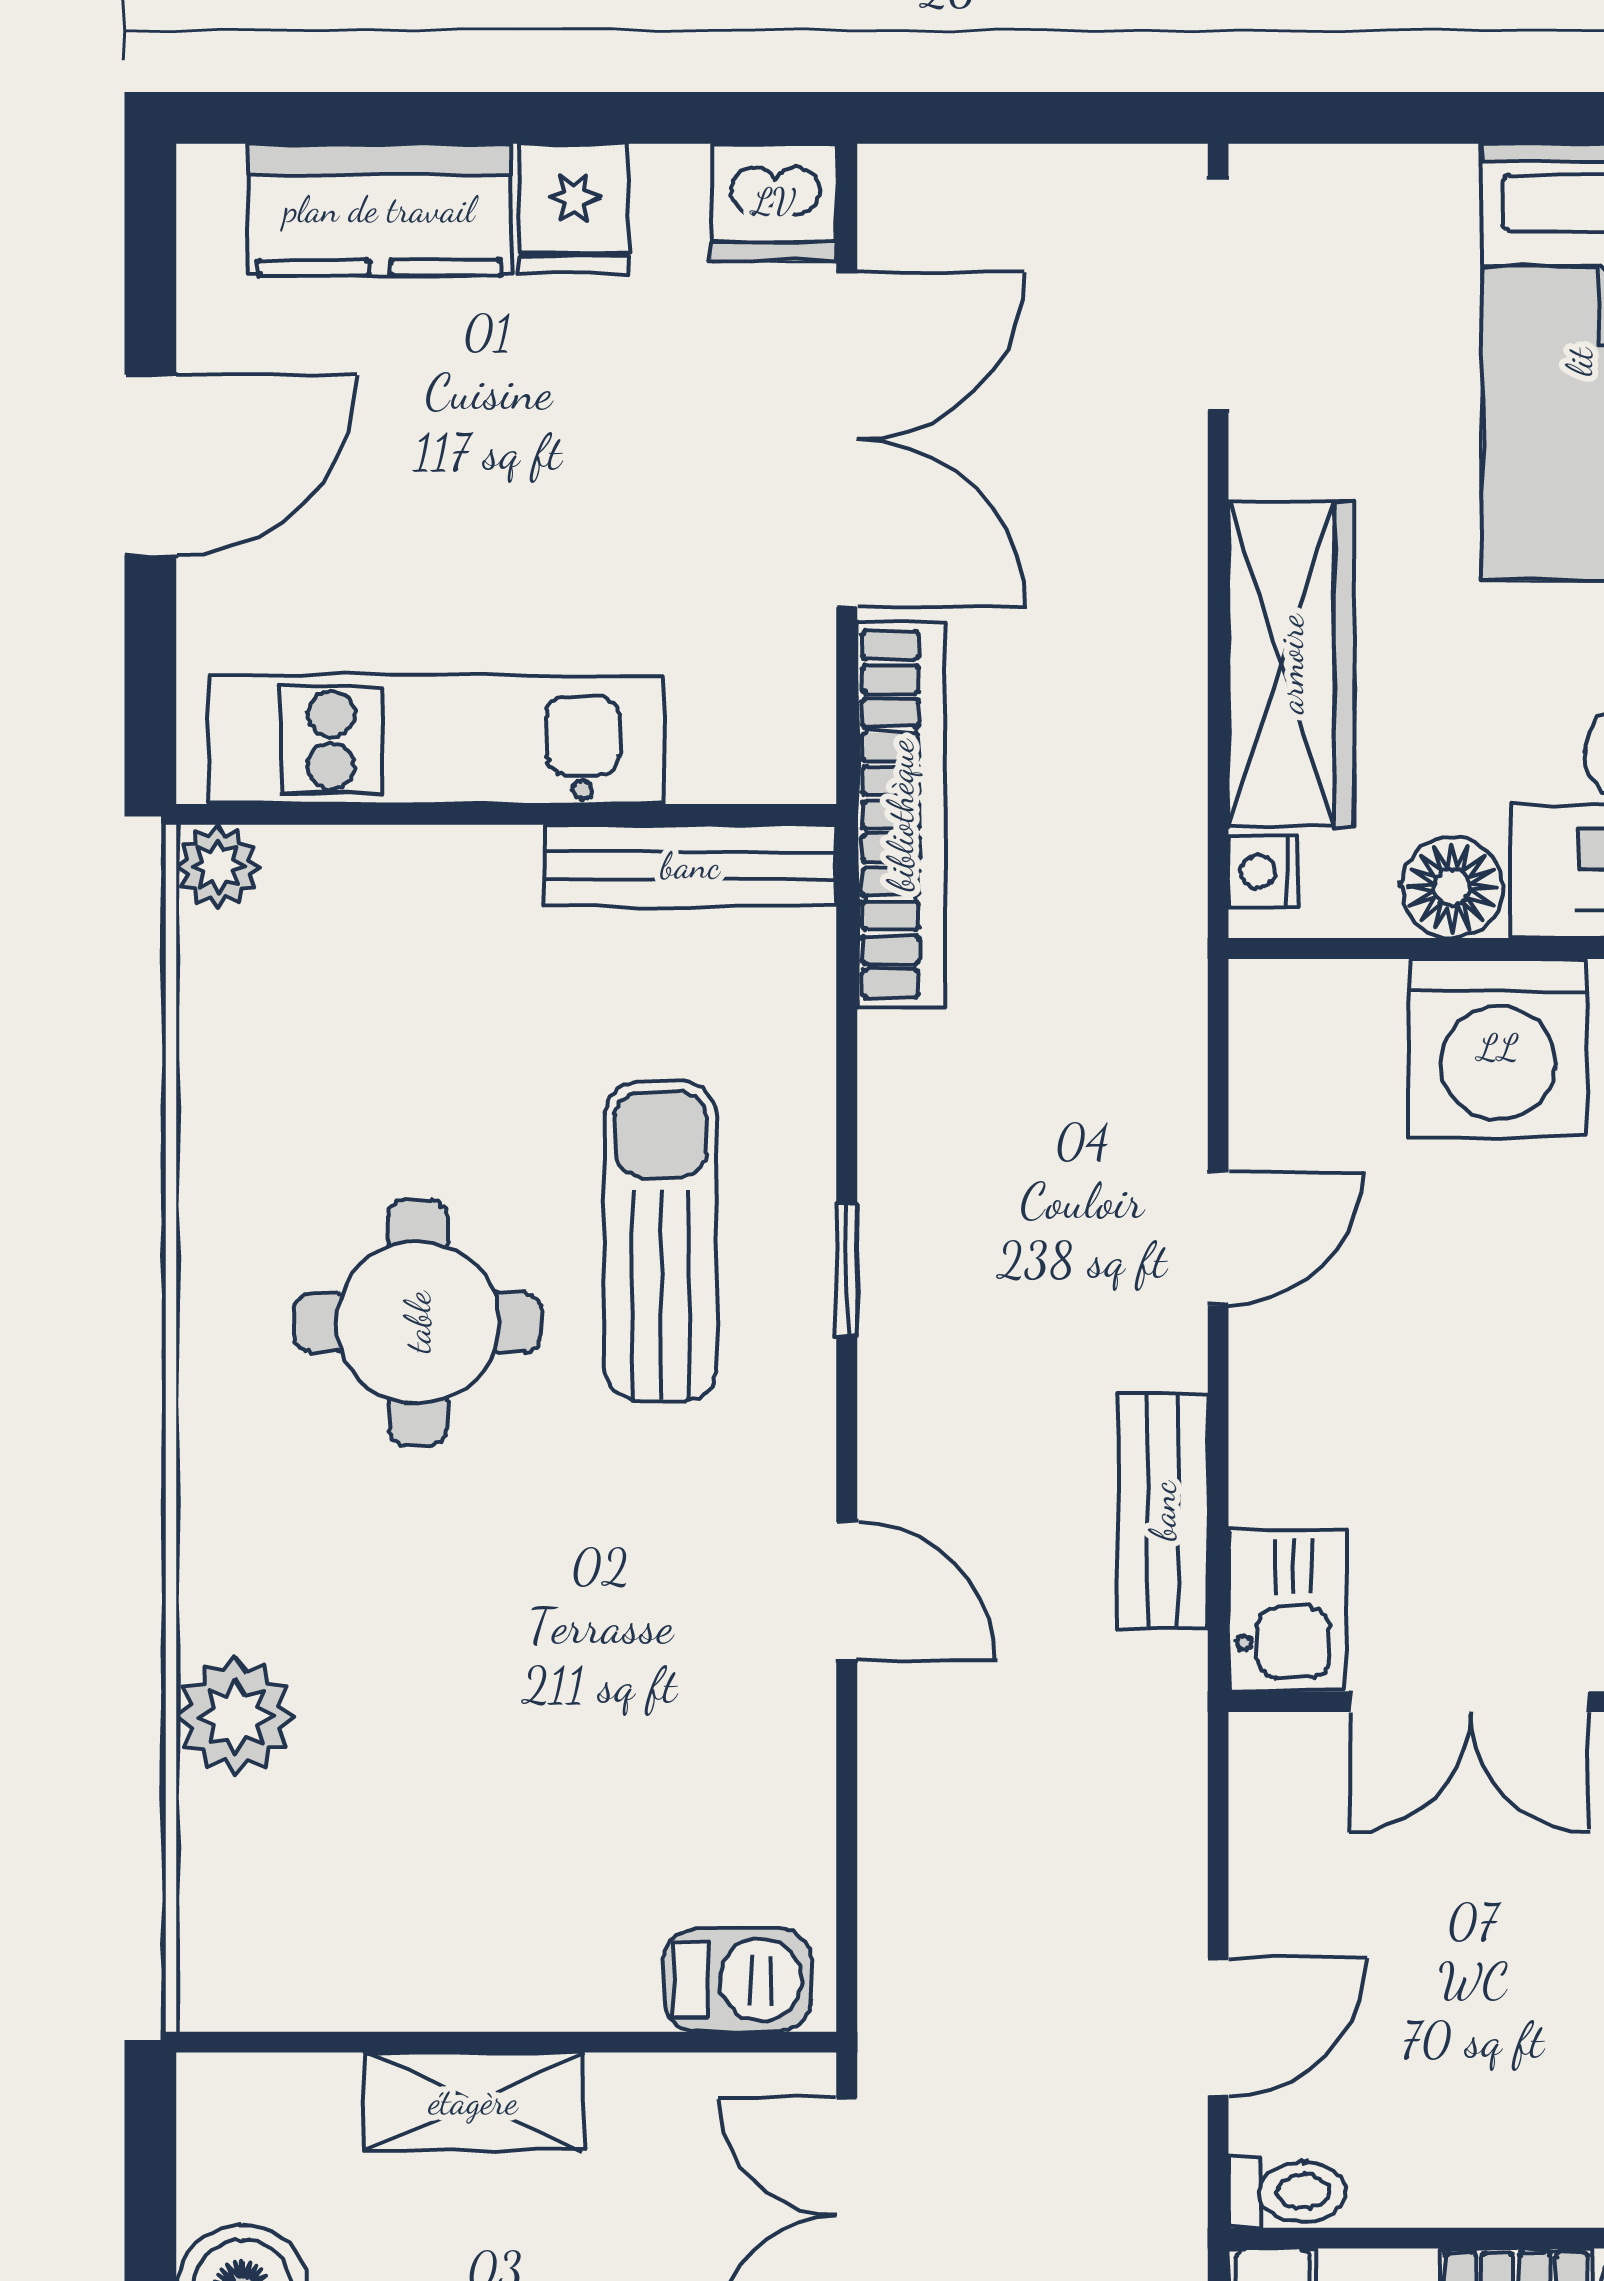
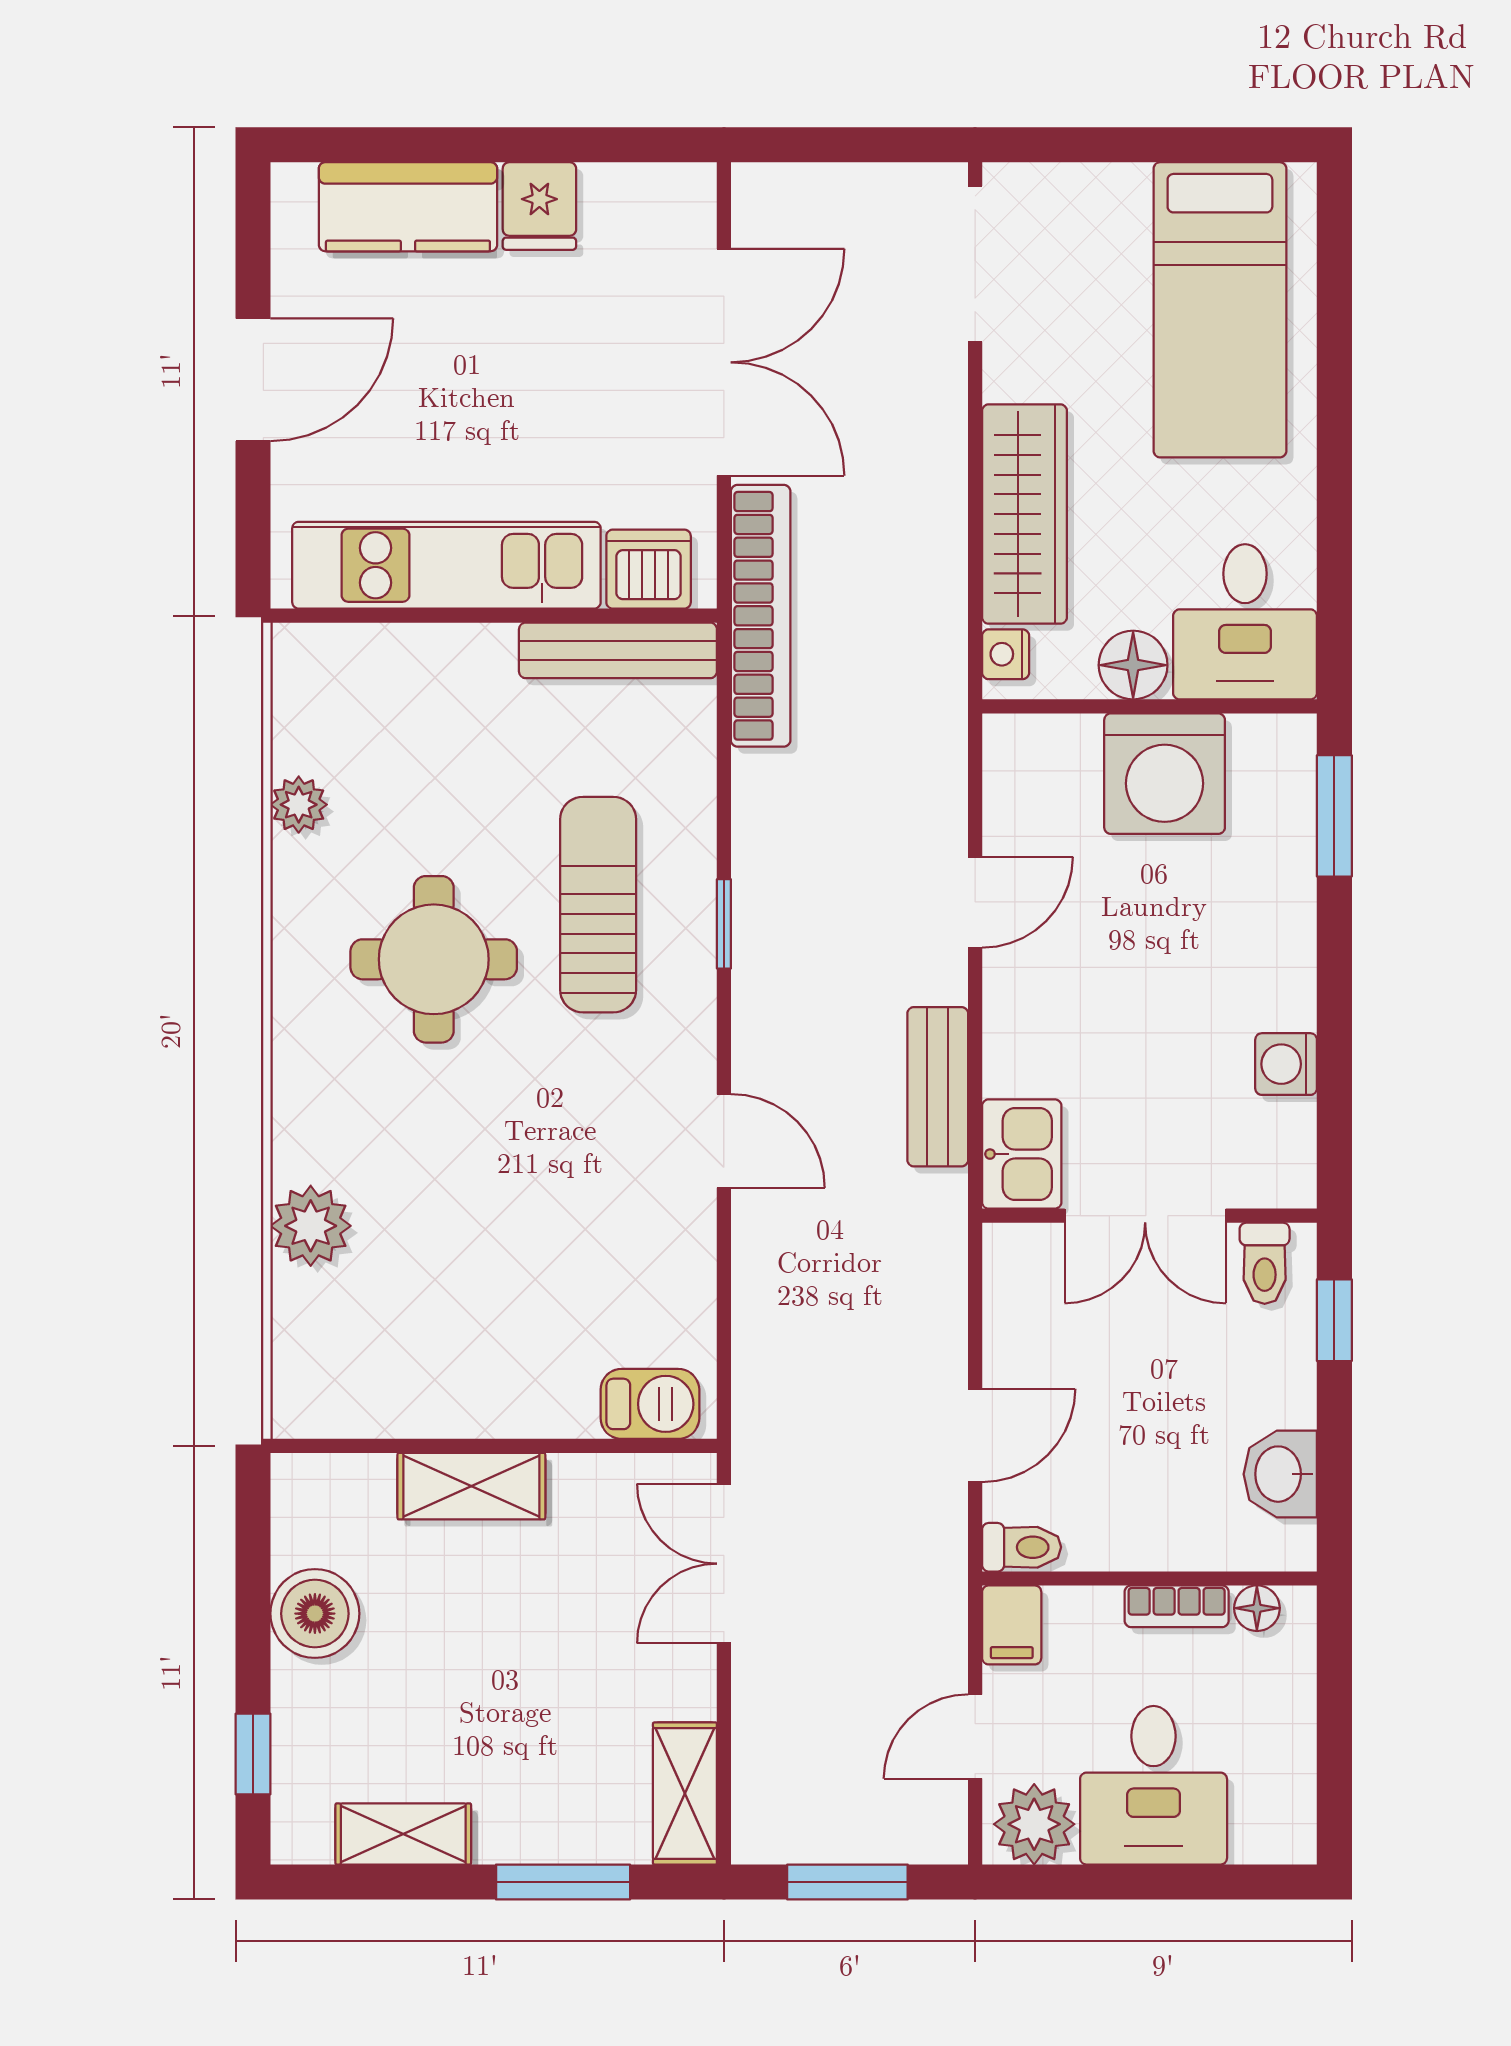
dishwasher: (774, 202) -> (649, 569), moved, turned 180
plant: (218, 866) -> (299, 805), moved

